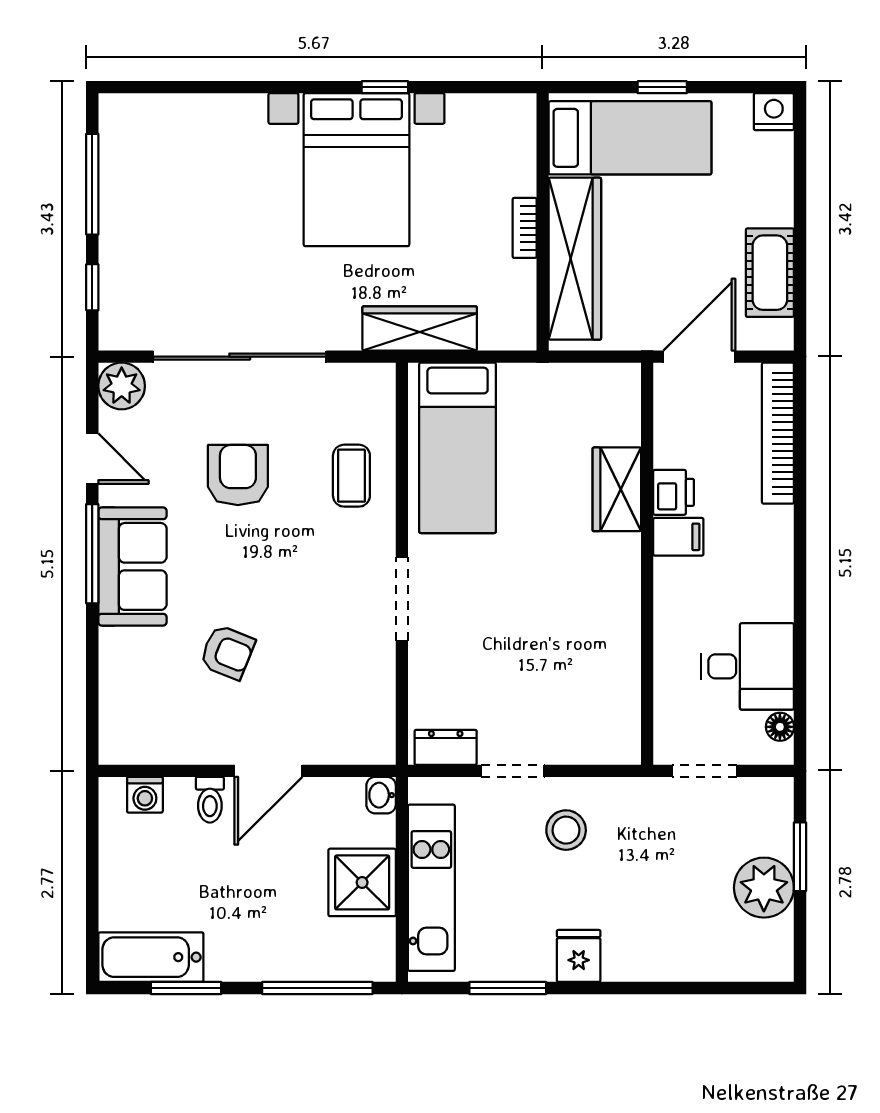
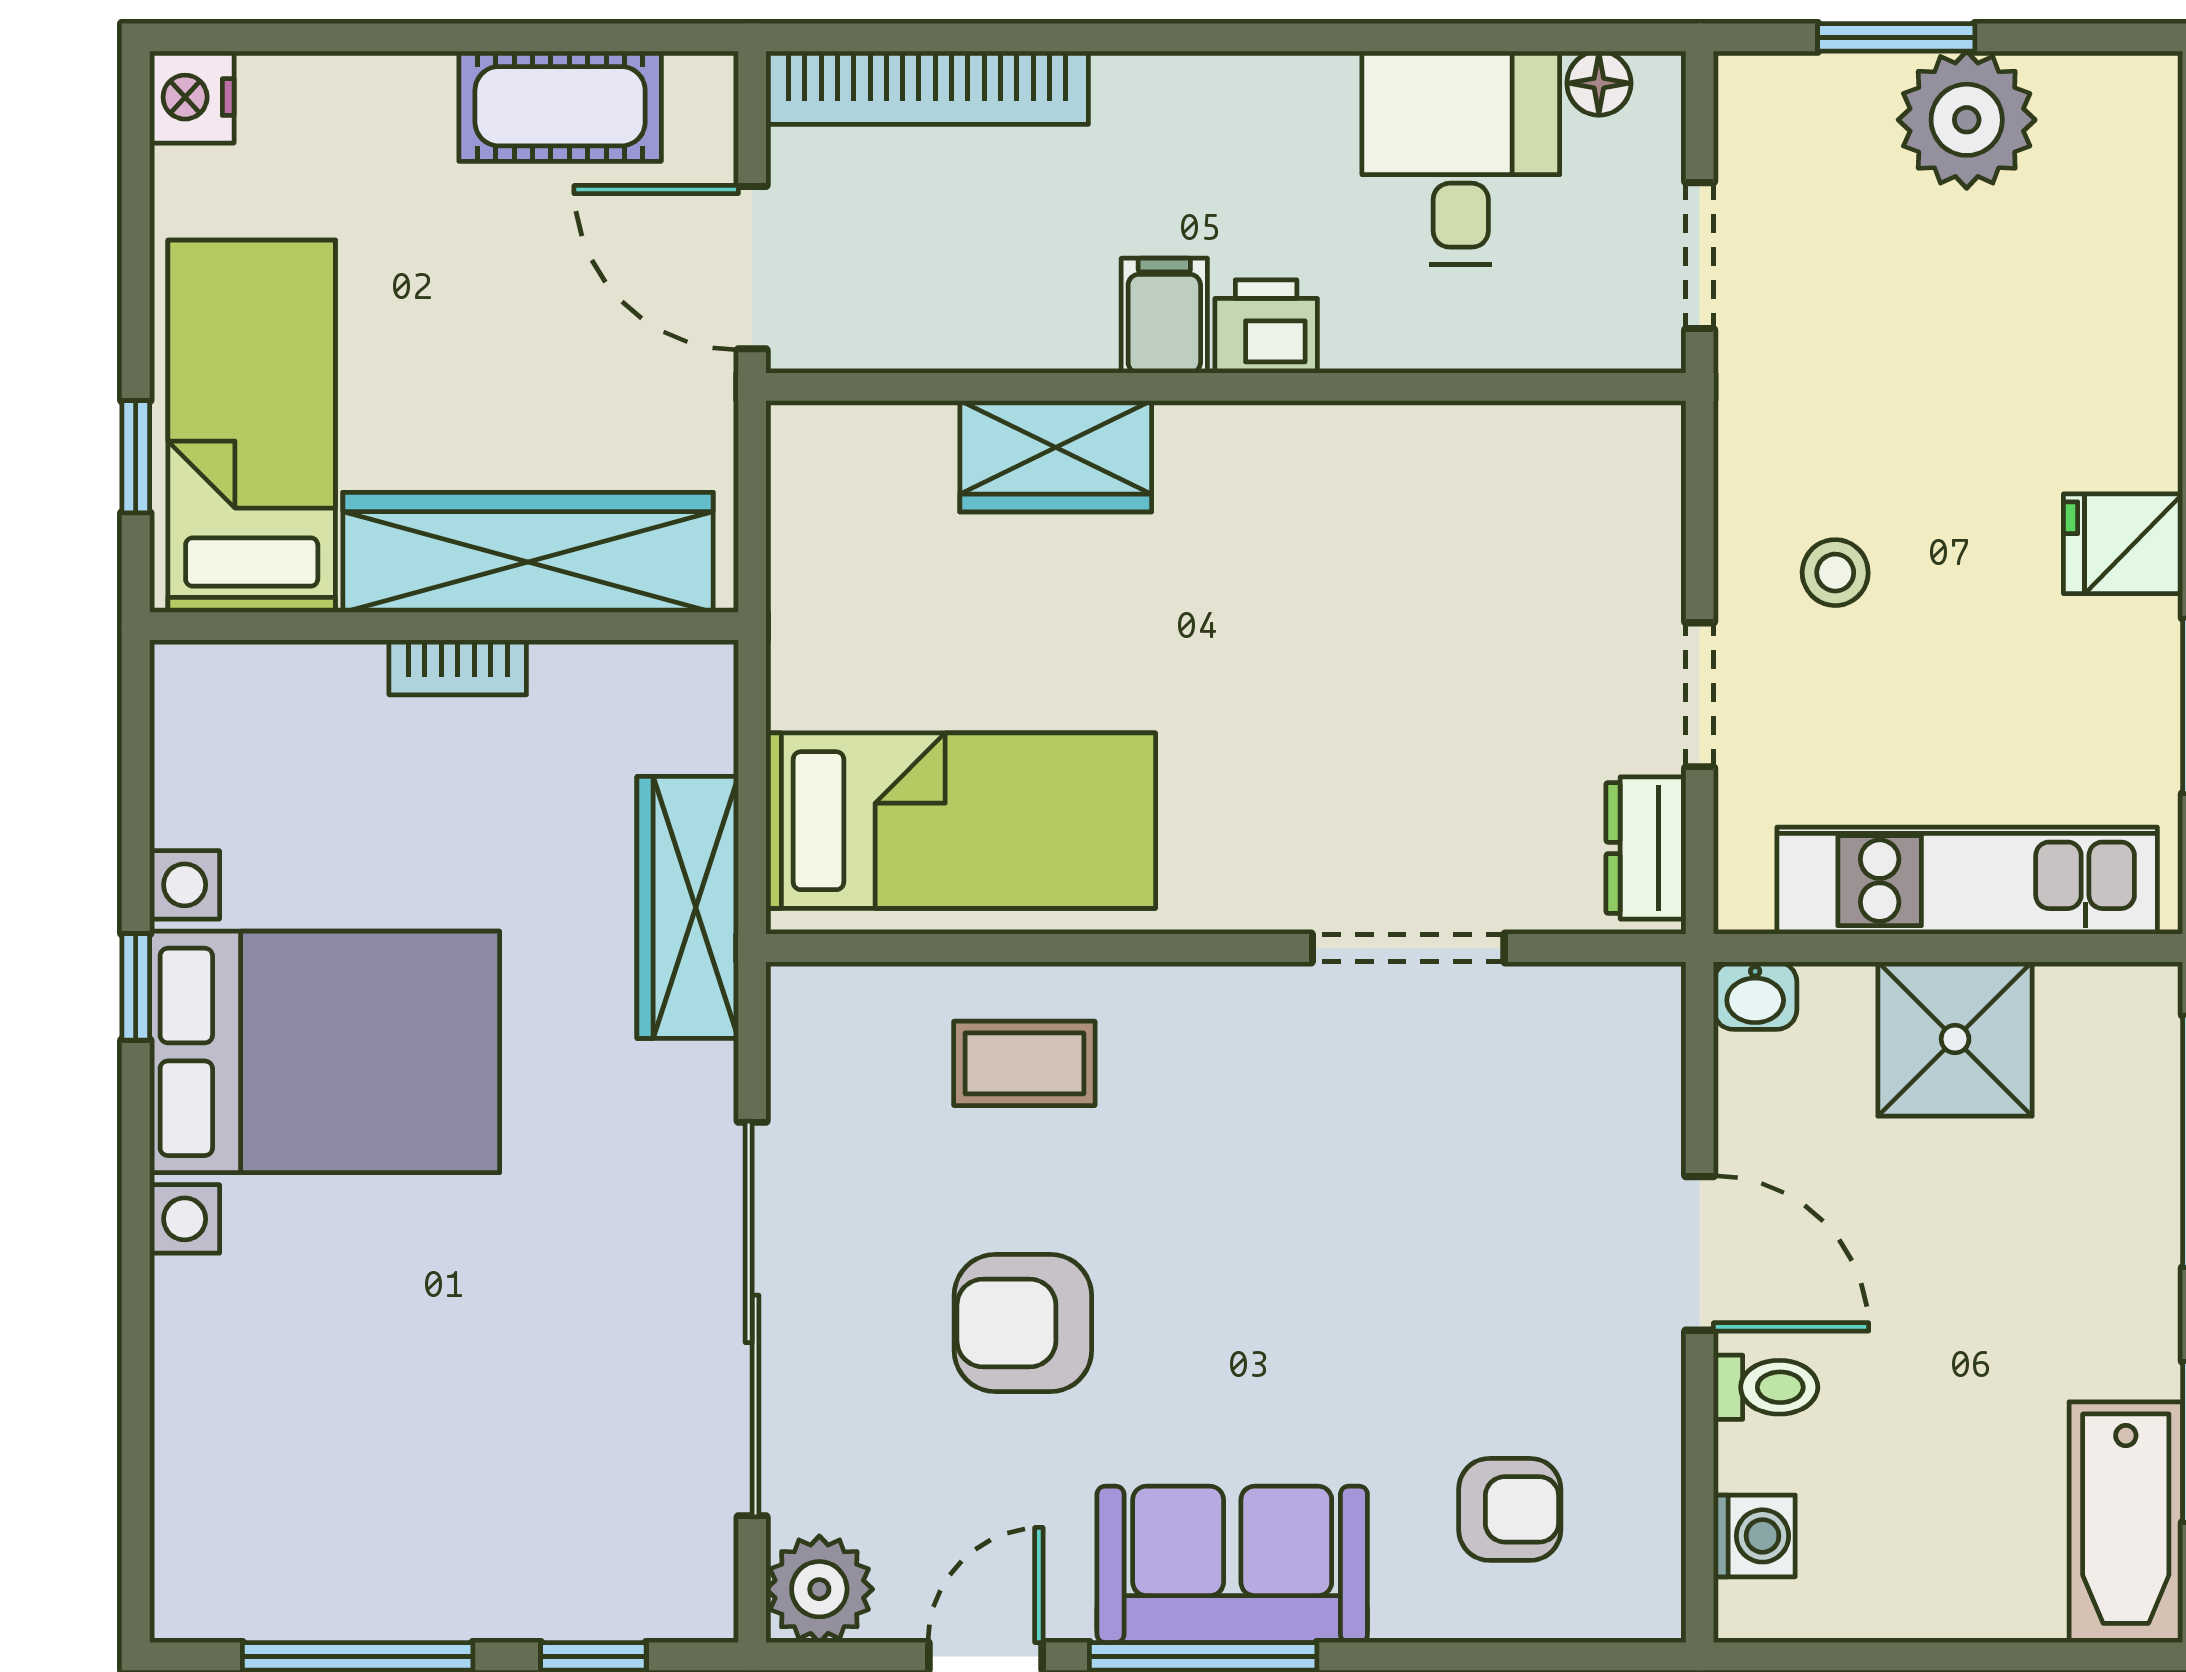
window: (662, 87) -> (136, 457), moved
printer: (674, 492) -> (1266, 326), moved
doorway: (402, 599) -> (1408, 948), moved
armchair: (227, 652) -> (1510, 1509), moved, turned 68
stool: (566, 830) -> (1835, 573), width x0.73, depth x0.73

